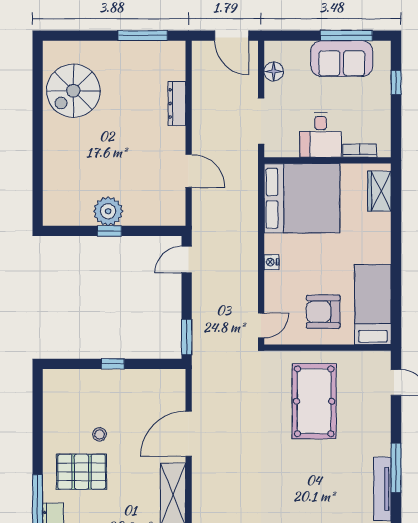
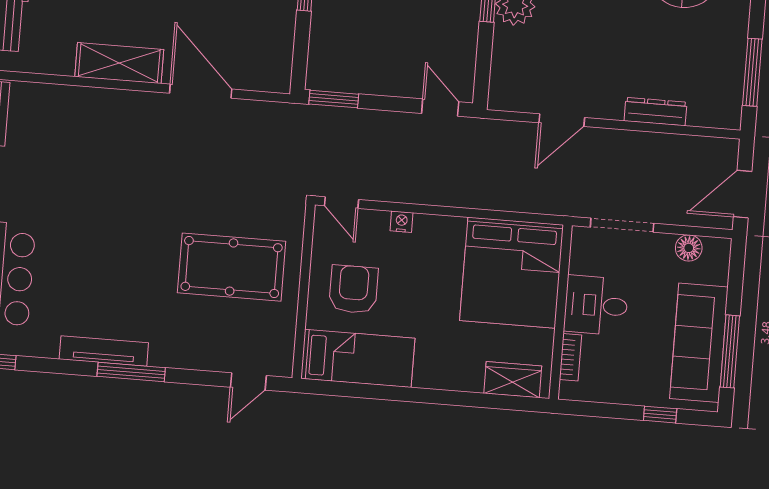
sofa: (342, 59) -> (699, 343), width x1.36
nightstand: (271, 262) -> (402, 222), moved

